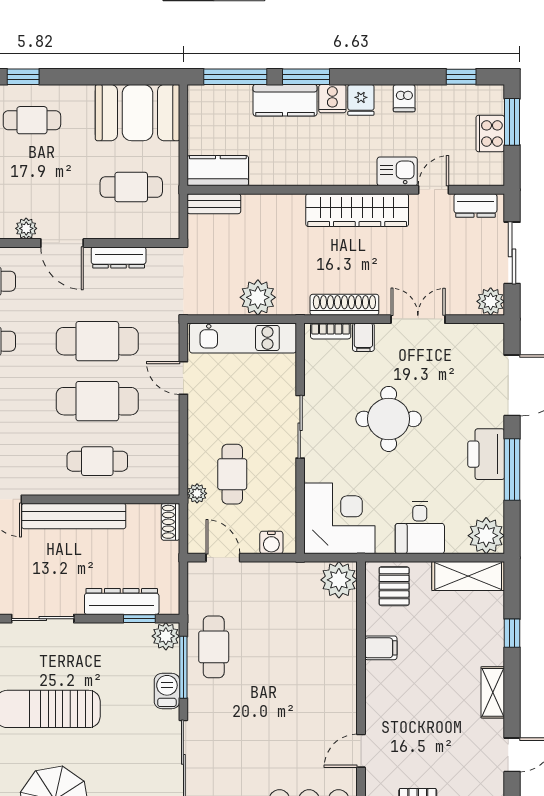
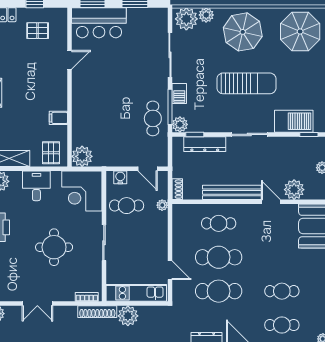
shoe rack: (344, 305) -> (97, 312), moved
filing cabinet: (363, 337) -> (68, 293), removed
cafe table: (232, 474) -> (127, 206), moved, turned 90

